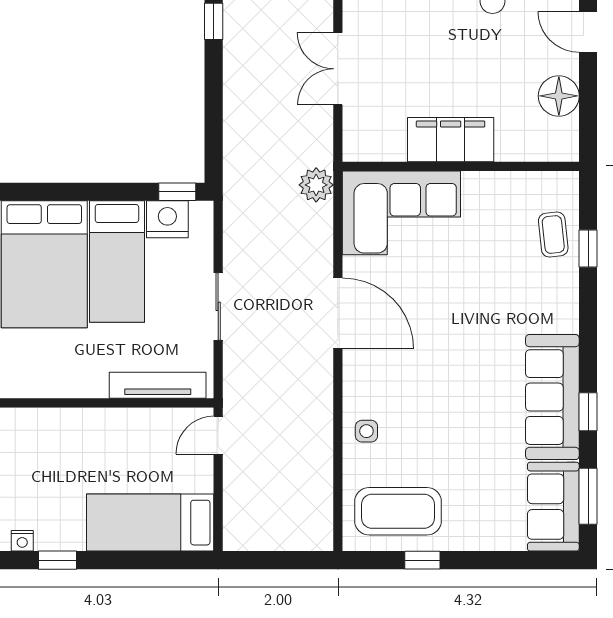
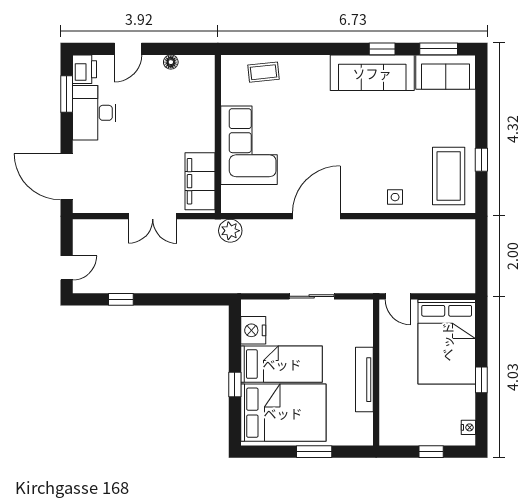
floor lamp: (559, 96) -> (171, 62), width x0.53, depth x0.53
filing cabinet: (451, 140) -> (200, 181), moved
window: (177, 192) -> (235, 385), moved
corner sofa: (401, 213) -> (249, 145), moved
window: (588, 249) -> (273, 49), removed
tv unit: (158, 385) -> (364, 380), moved
bed: (150, 523) -> (447, 342), width x1.50
window: (58, 560) -> (481, 380), moved

